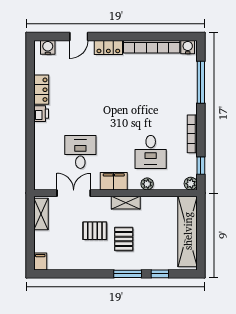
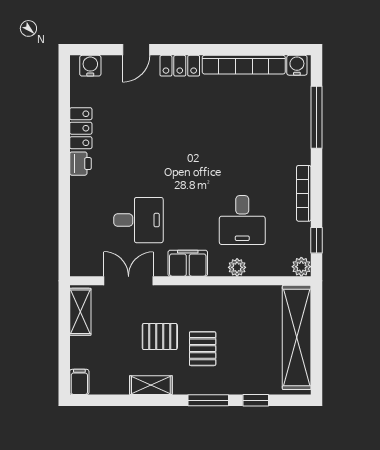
desk: (80, 152) -> (138, 220), turned 90
shelving: (126, 203) -> (151, 385), moved

